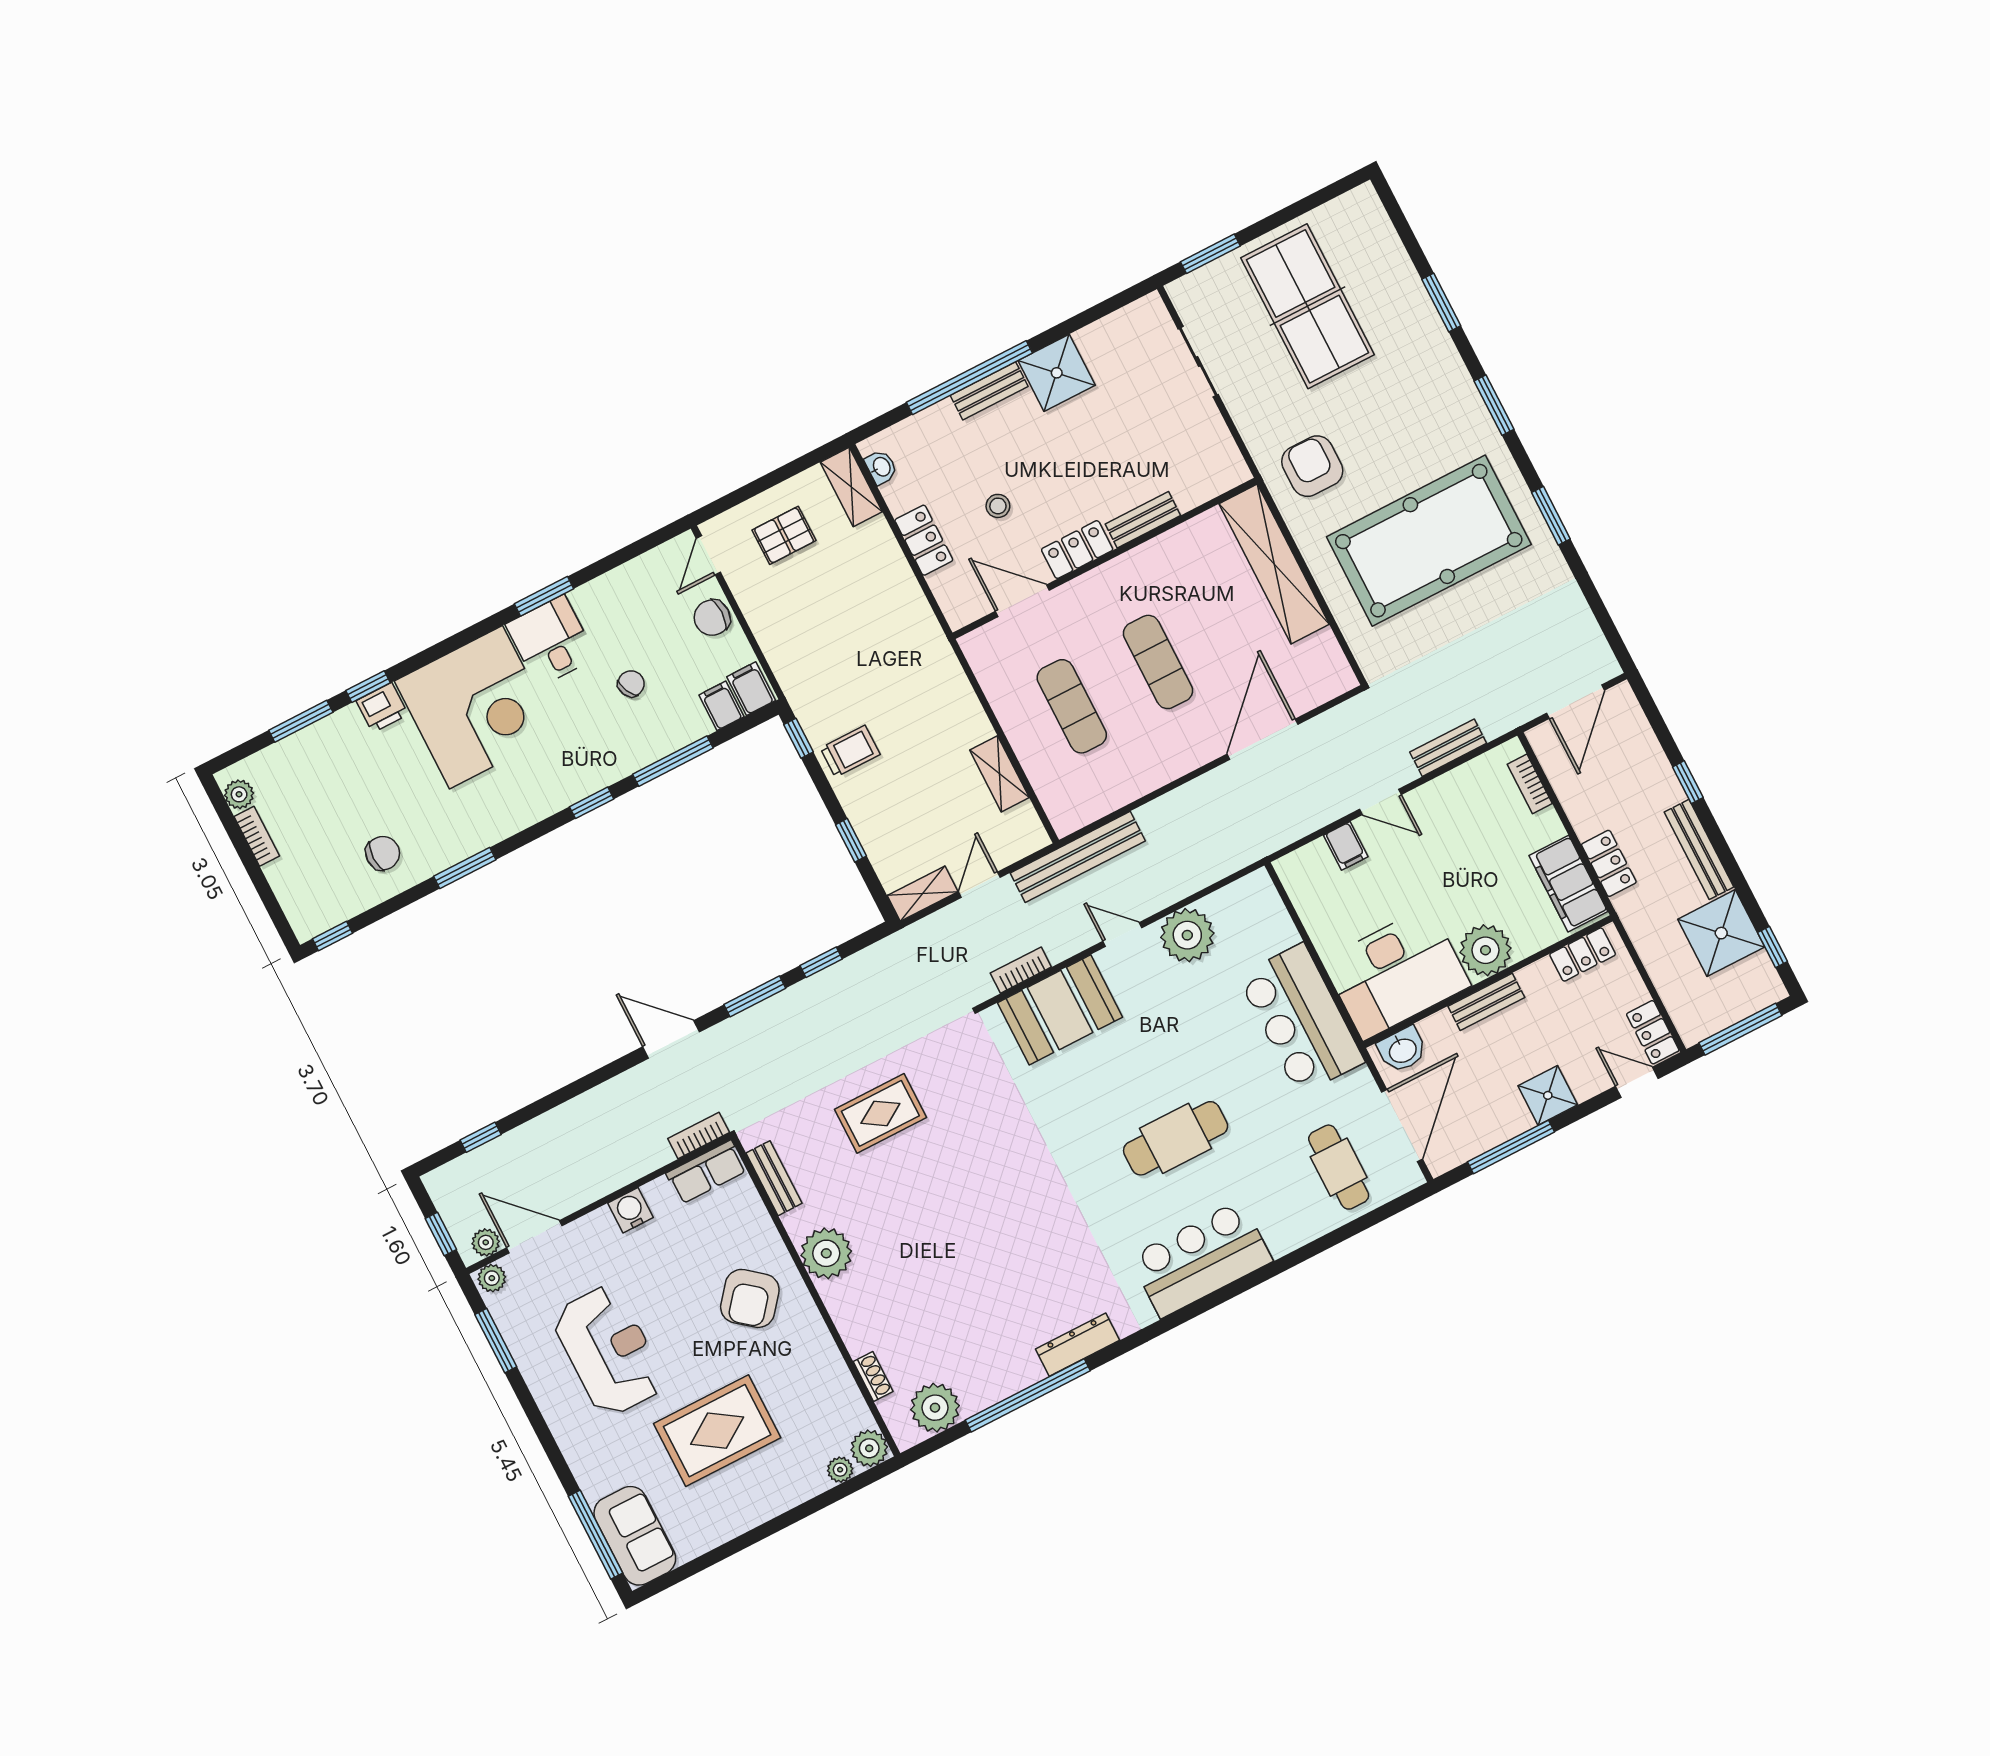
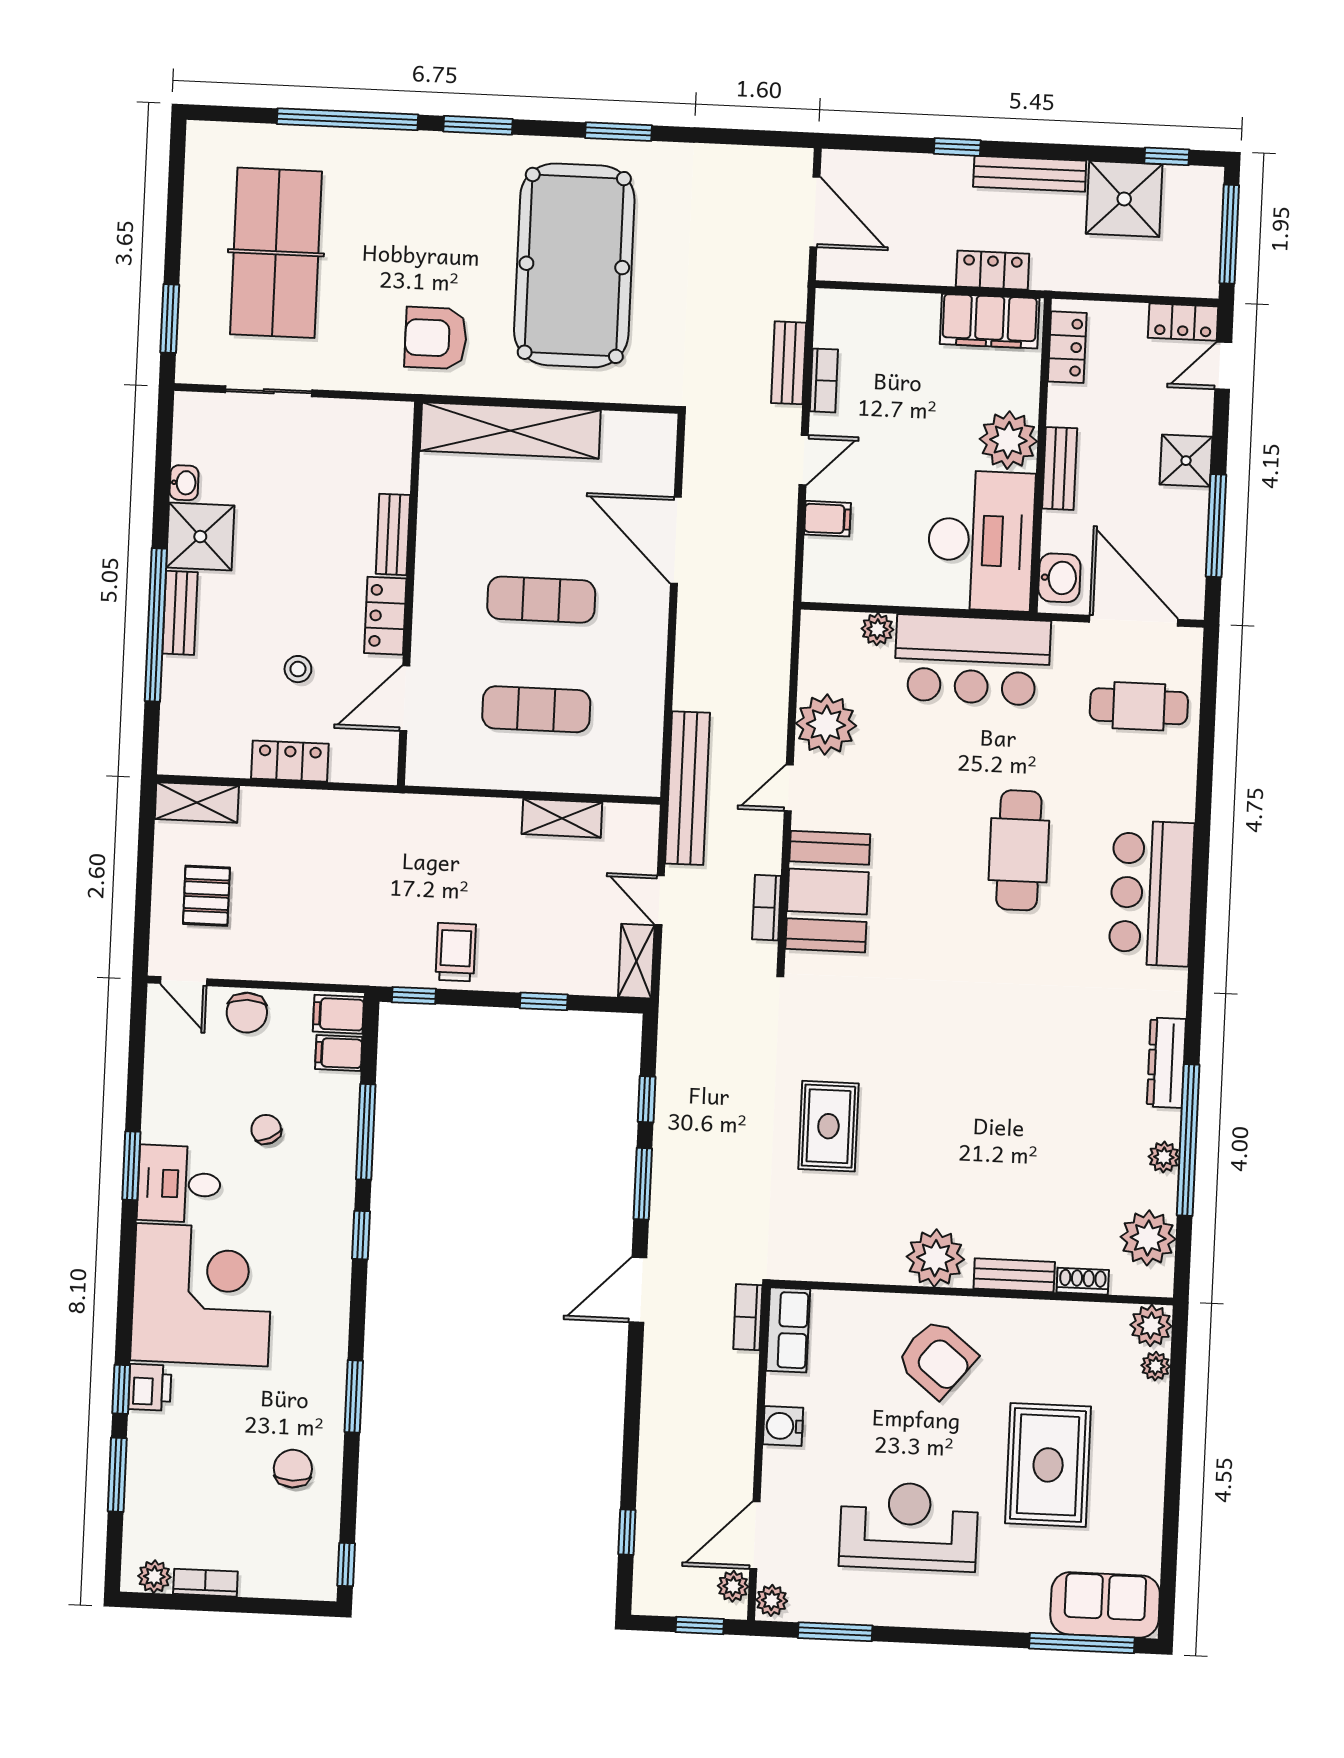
window: (1441, 303) -> (348, 119), width x2.11
table tennis table: (1307, 306) -> (276, 253), turned 90
washbasin: (881, 467) -> (184, 483), moved, turned 90
bookcase: (1530, 784) -> (824, 380), moved, turned -90
plant: (1283, 933) -> (877, 629), added
bench: (774, 1178) -> (1014, 1275), moved
plant: (1004, 1384) -> (1164, 1157), added

